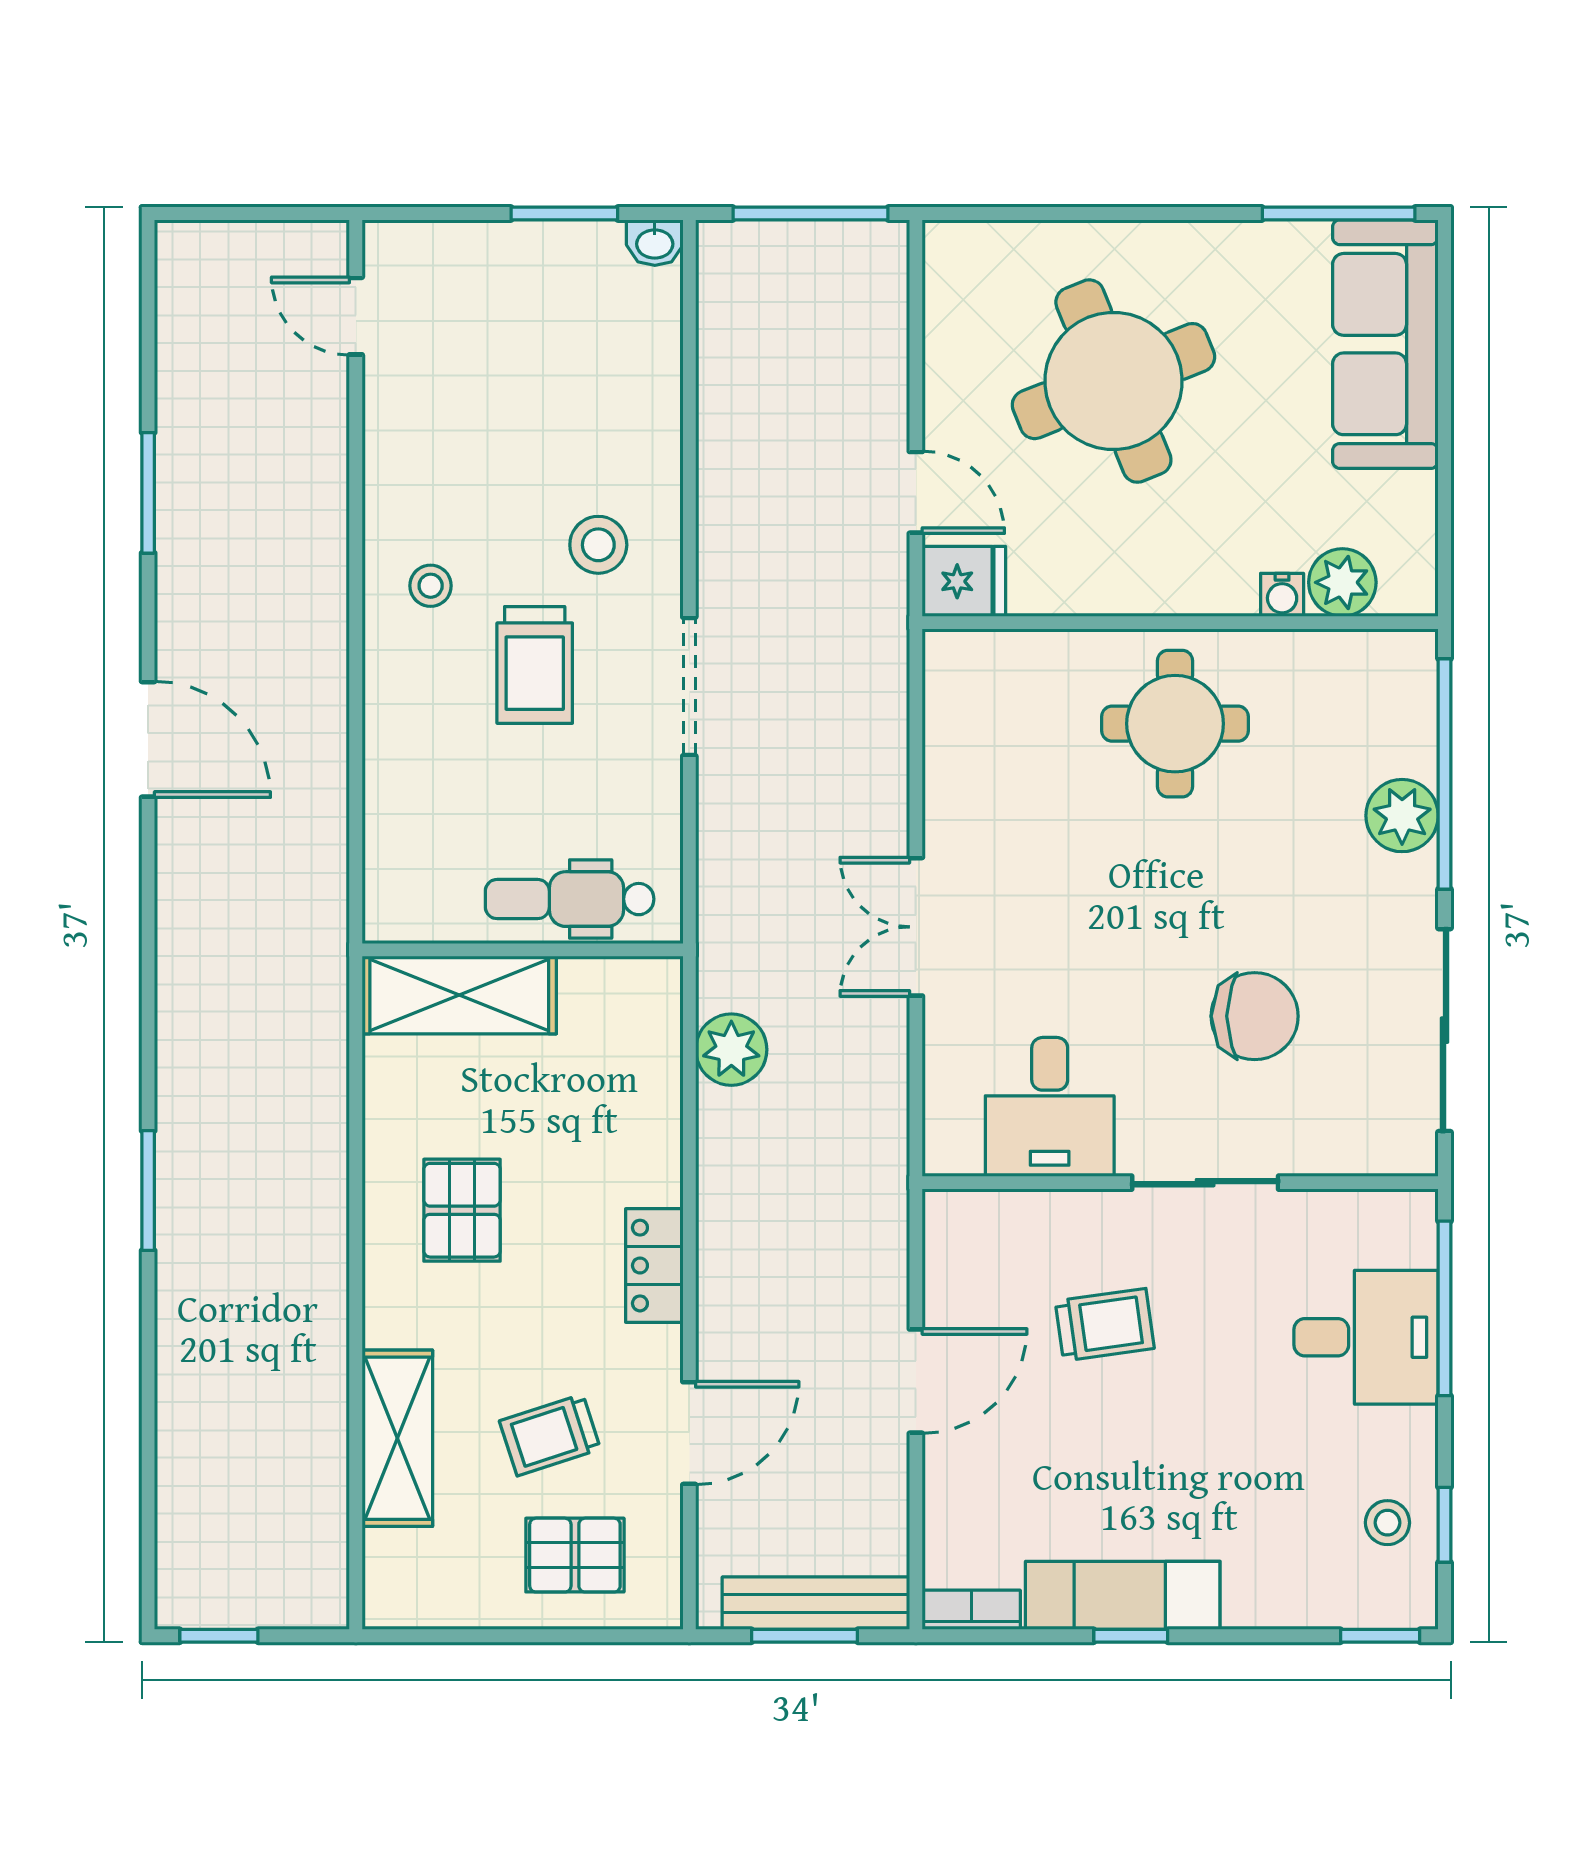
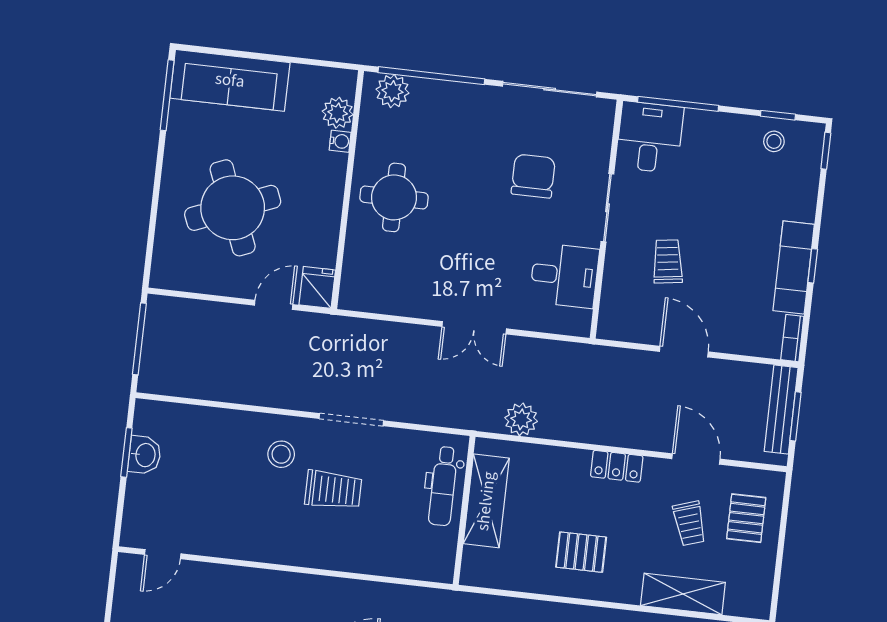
washbasin: (655, 243) -> (145, 455), moved, width x1.38, depth x1.45
stool: (431, 586) -> (291, 534), removed
plant: (1402, 816) -> (393, 91), moved
shelving: (459, 995) -> (486, 501), moved
desk: (1366, 1337) -> (650, 137), moved

